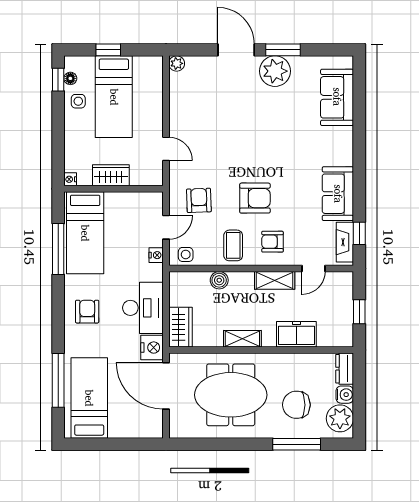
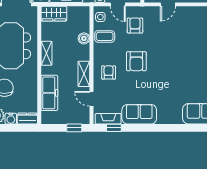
armchair: (199, 200) -> (135, 25), turned -88
coffee table: (233, 245) -> (105, 36), moved
window: (359, 312) -> (74, 128), moved
freezer: (296, 334) -> (49, 93), width x1.40

